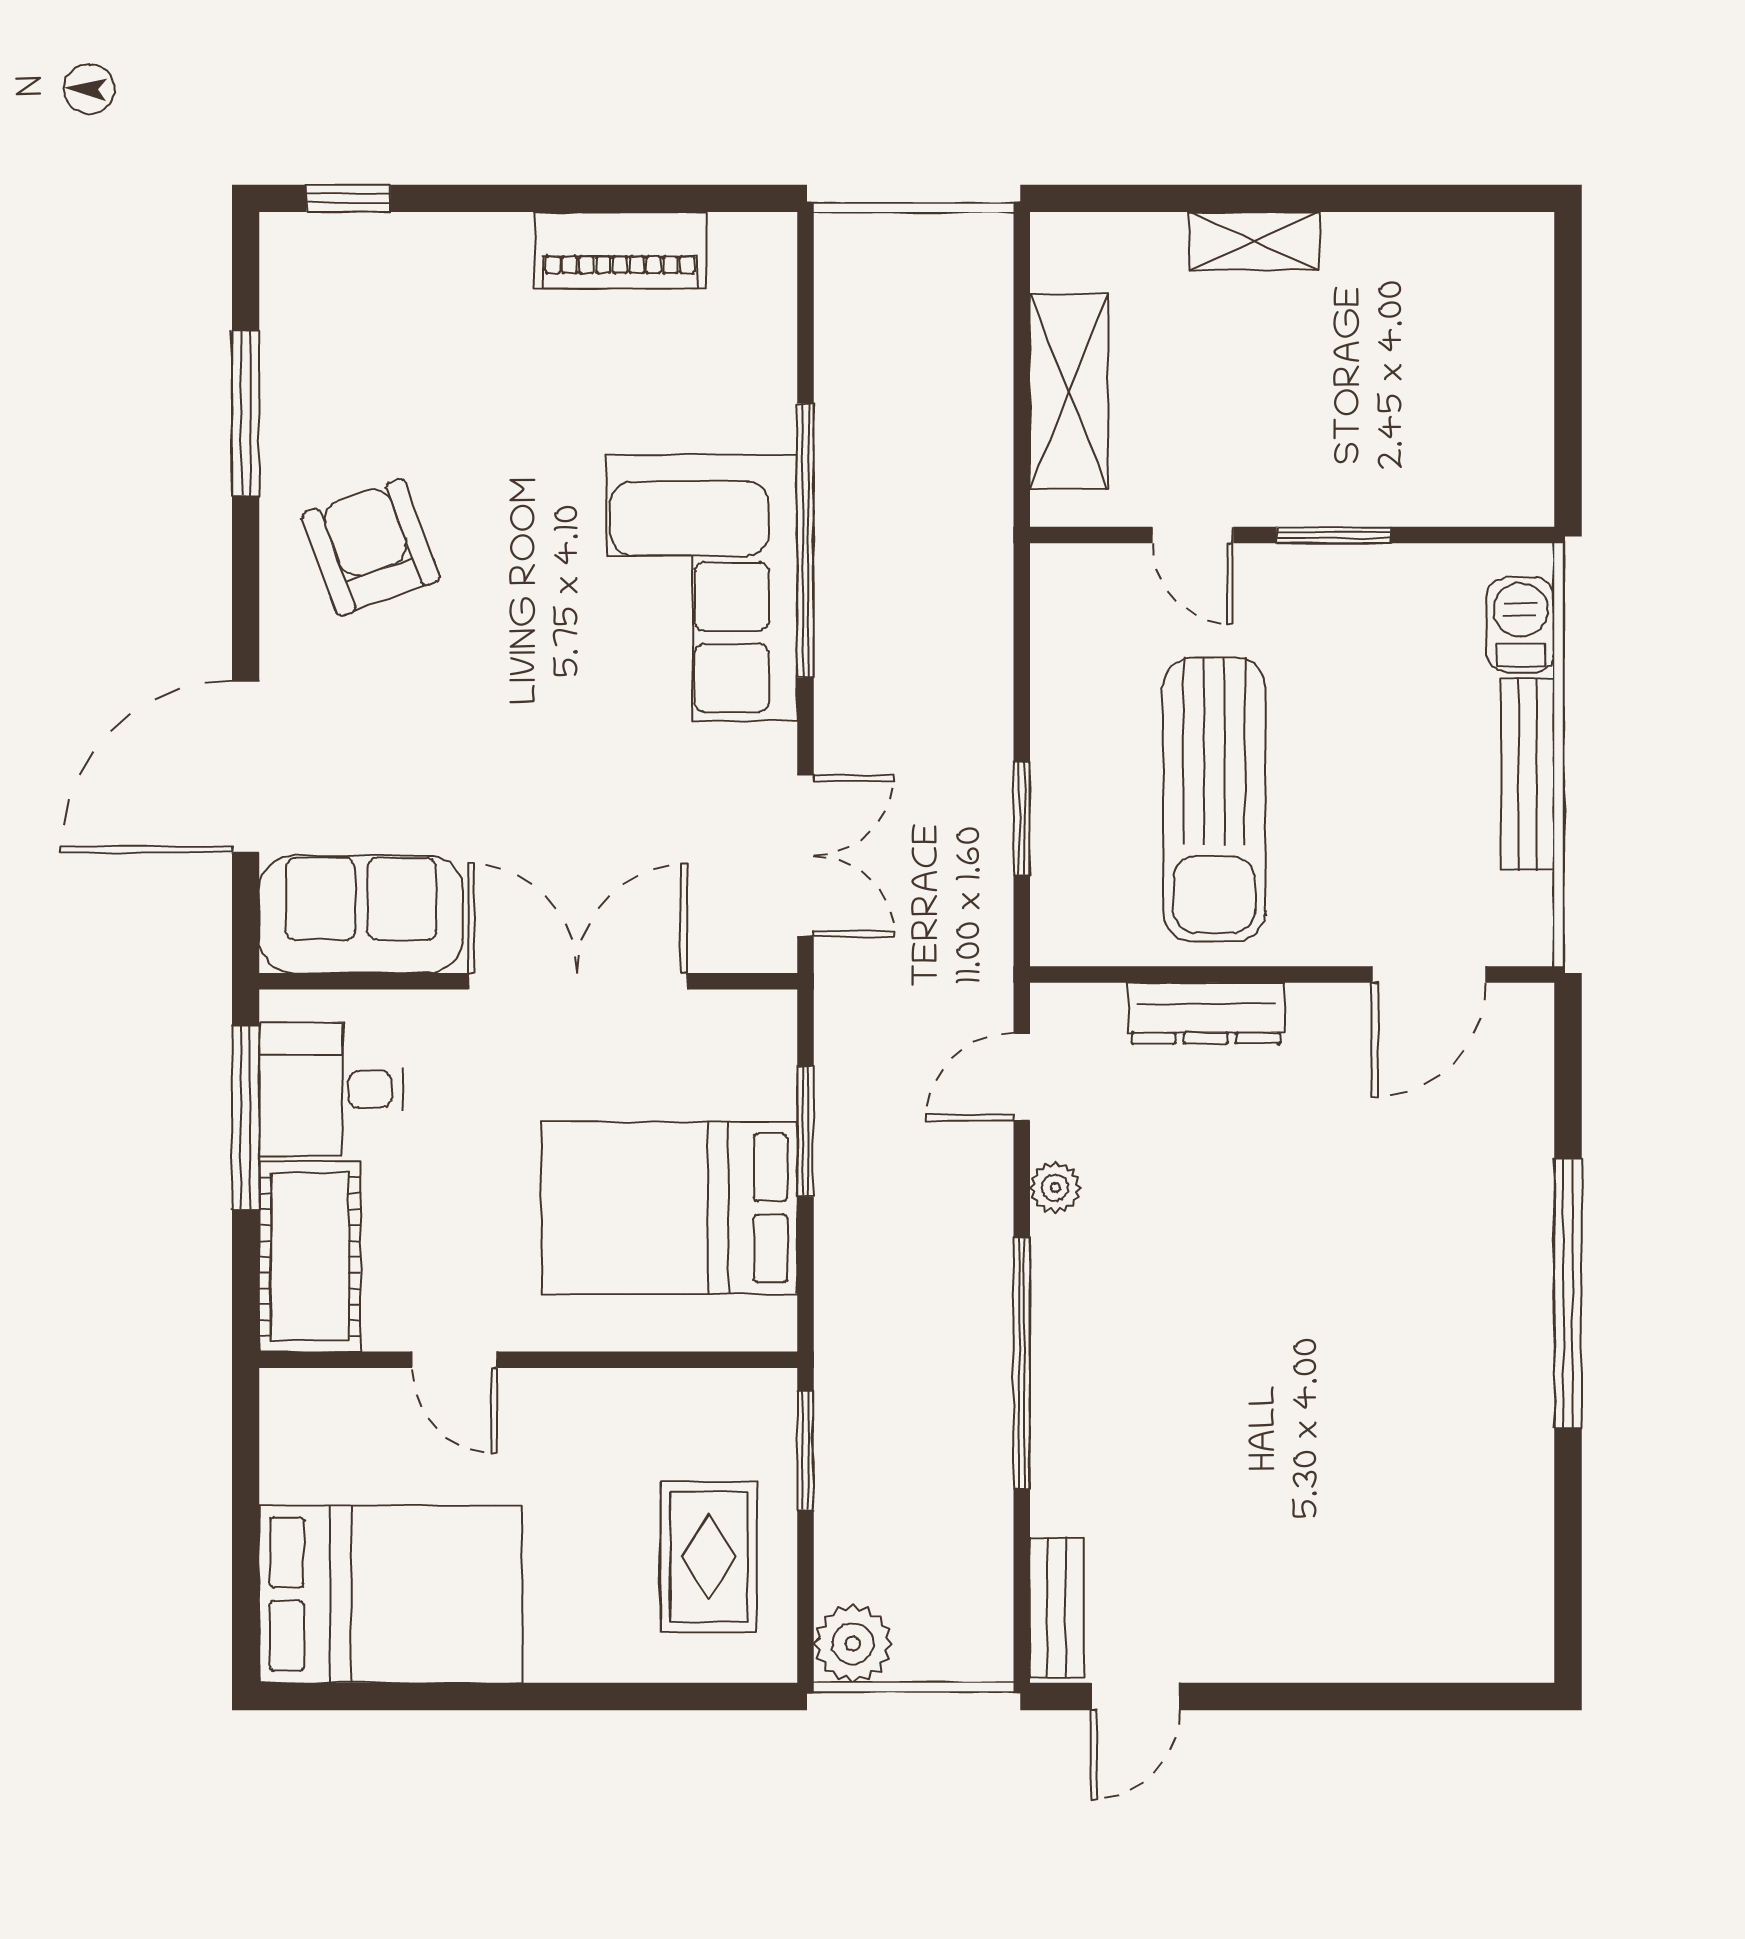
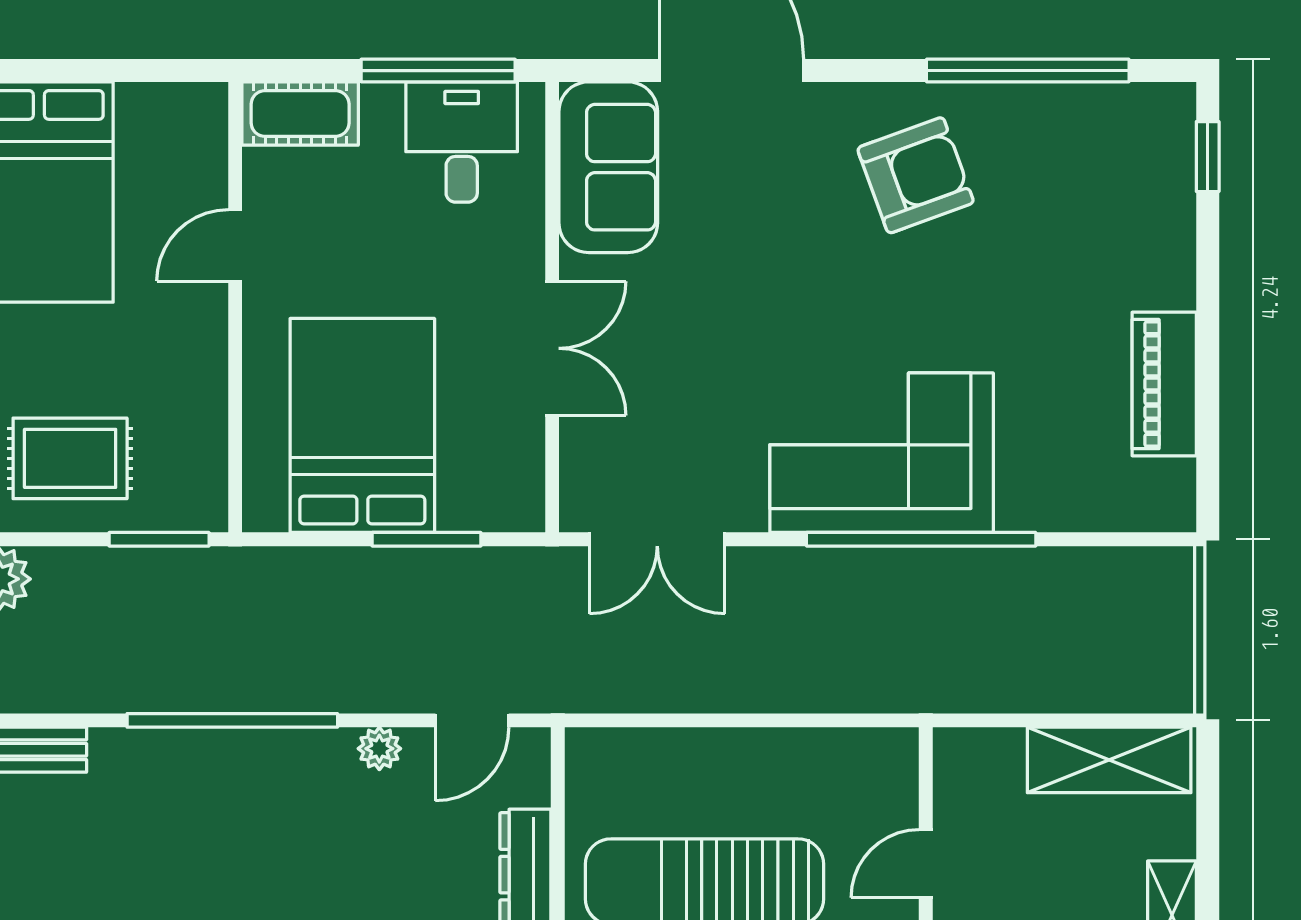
shelving: (1069, 391) -> (1109, 760), moved
window: (246, 413) -> (1028, 71), width x1.46
window: (1022, 818) -> (689, 720), removed
double door: (577, 981) -> (552, 348), width x0.73
door: (1022, 1077) -> (472, 720), swing flipped
cot: (310, 1257) -> (300, 114), width x0.73, depth x0.75

